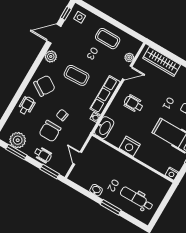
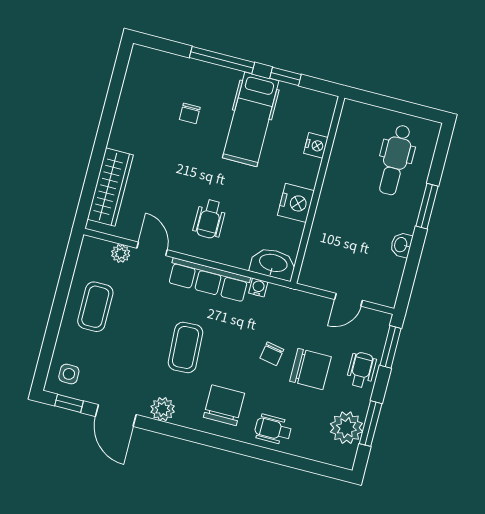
chair: (44, 86) -> (224, 405), turned 58
nightstand: (172, 174) -> (316, 145), moved

